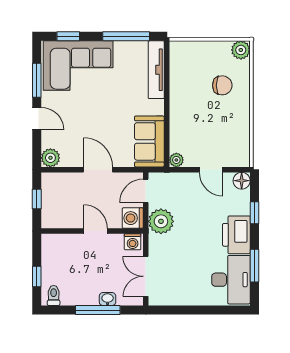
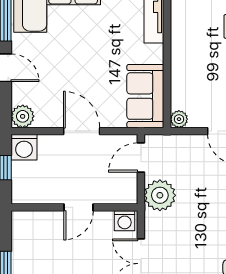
washing machine: (133, 218) -> (24, 147), moved, turned -90
door: (96, 231) -> (79, 207), swing flipped

